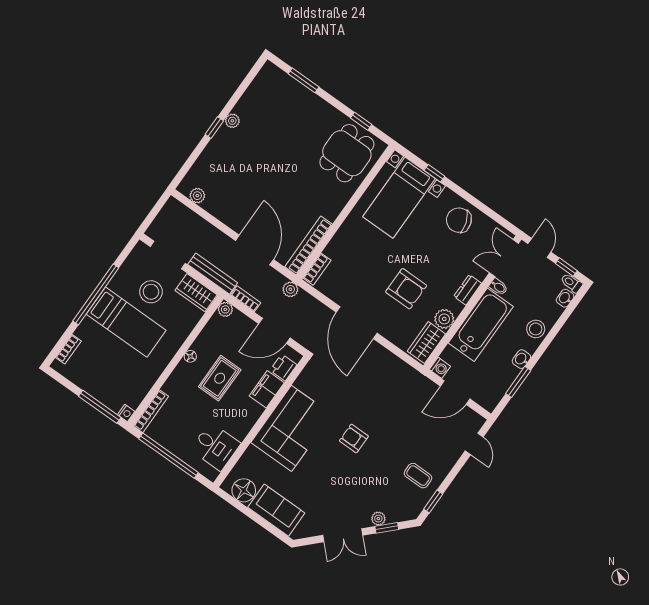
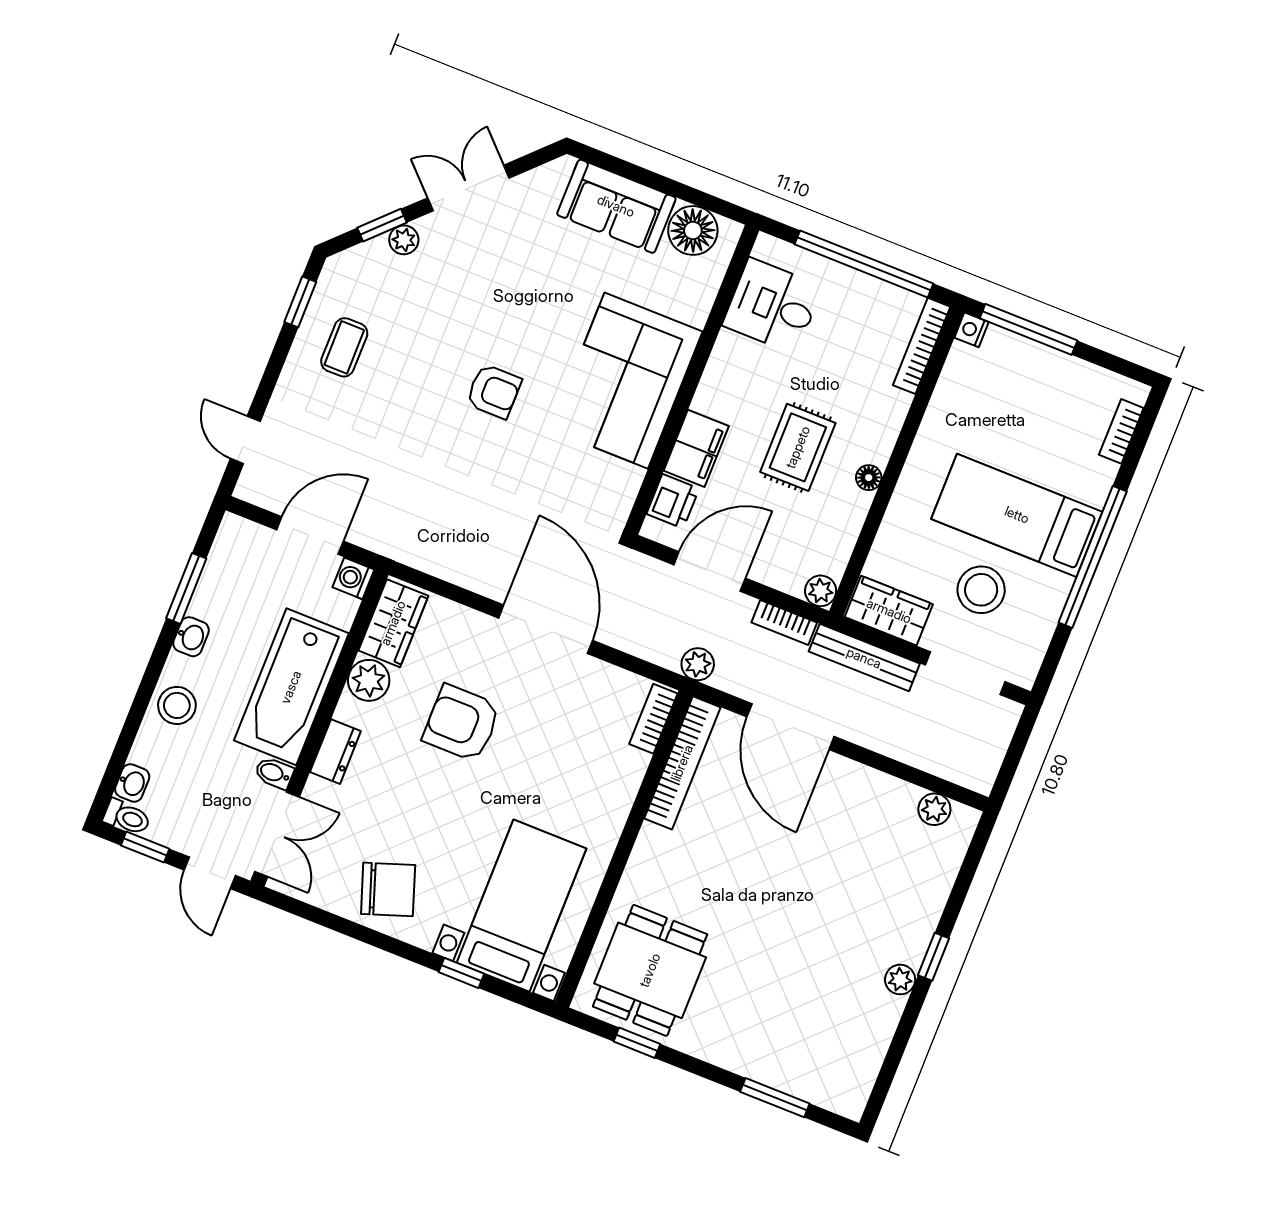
coffee table: (418, 476) -> (344, 347), turned 90

